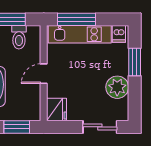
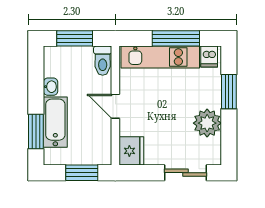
window: (77, 19) -> (176, 38), moved
toilet: (19, 37) -> (103, 61), moved
door: (44, 74) -> (115, 106), hinge flipped

